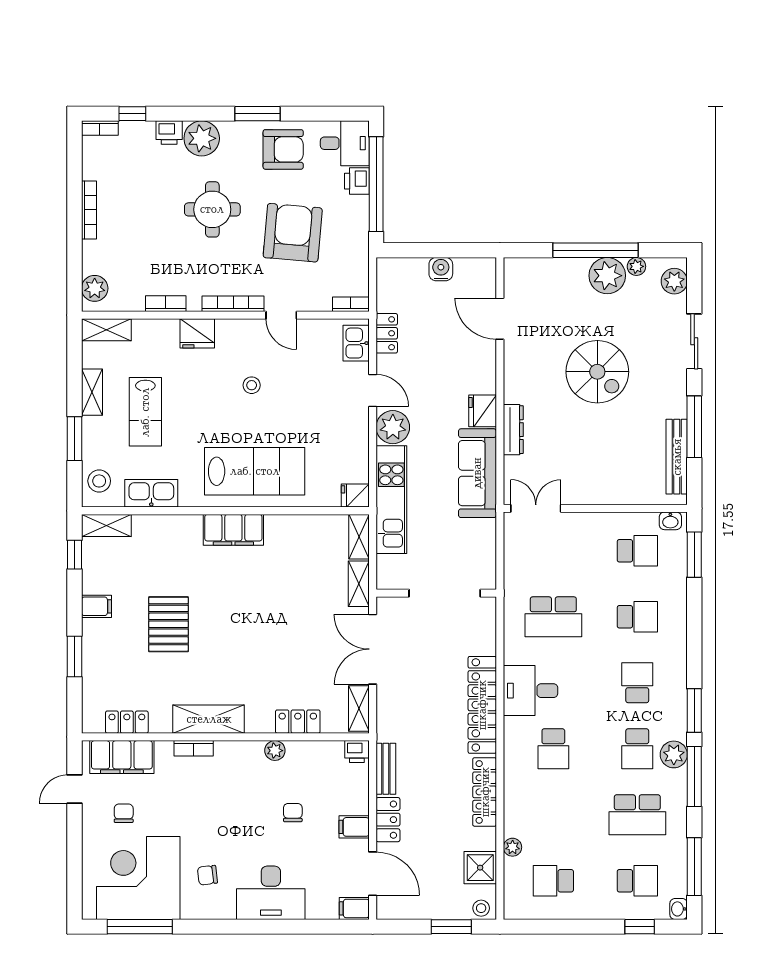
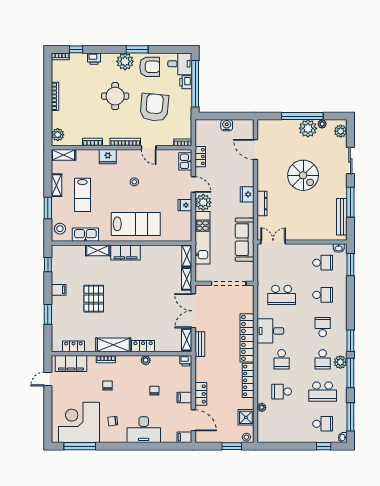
plant: (202, 138) -> (125, 61), moved
sofa: (477, 473) -> (245, 240), moved
fridge: (355, 496) -> (185, 205), moved
shelving: (106, 525) -> (98, 250), moved
locker: (298, 722) -> (143, 346), moved
bench: (386, 769) -> (200, 344), moved
chair: (124, 813) -> (108, 386), moved
school desk: (553, 881) -> (282, 392), moved

